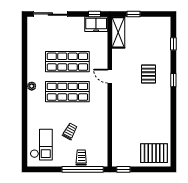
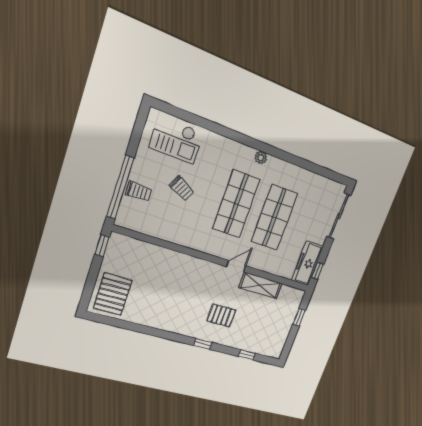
freezer: (96, 24) -> (307, 263), width x1.40
shelving: (118, 32) -> (260, 285), moved

